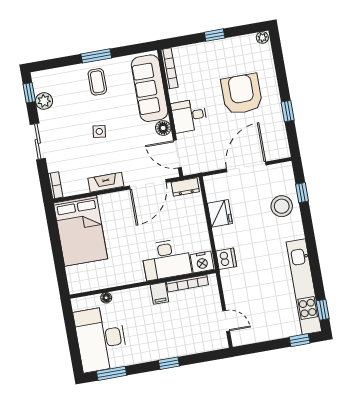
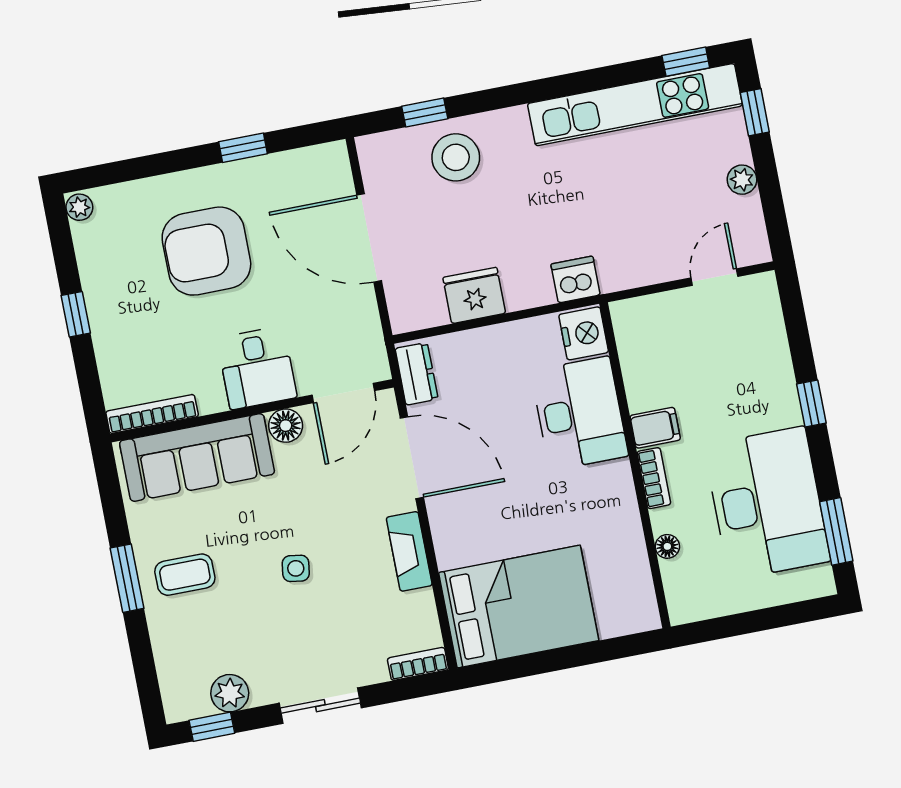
bookcase: (187, 283) -> (654, 478), moved, width x0.64
plant: (270, 334) -> (742, 180), added
desk: (101, 339) -> (767, 503), moved, turned -90

